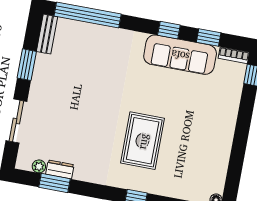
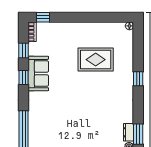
sofa: (180, 55) -> (38, 74), width x0.73
rug: (143, 141) -> (96, 60), moved

